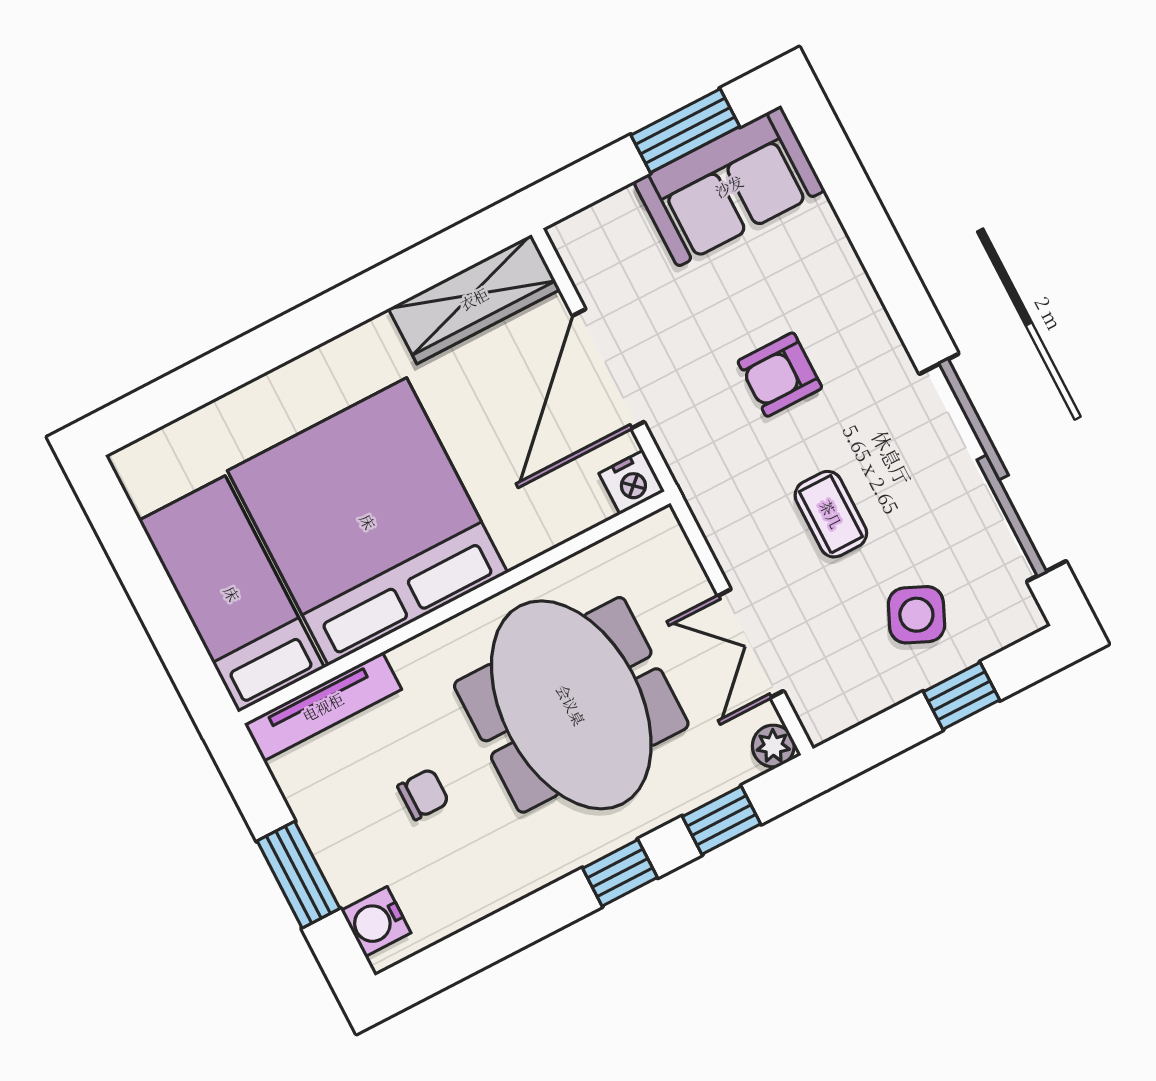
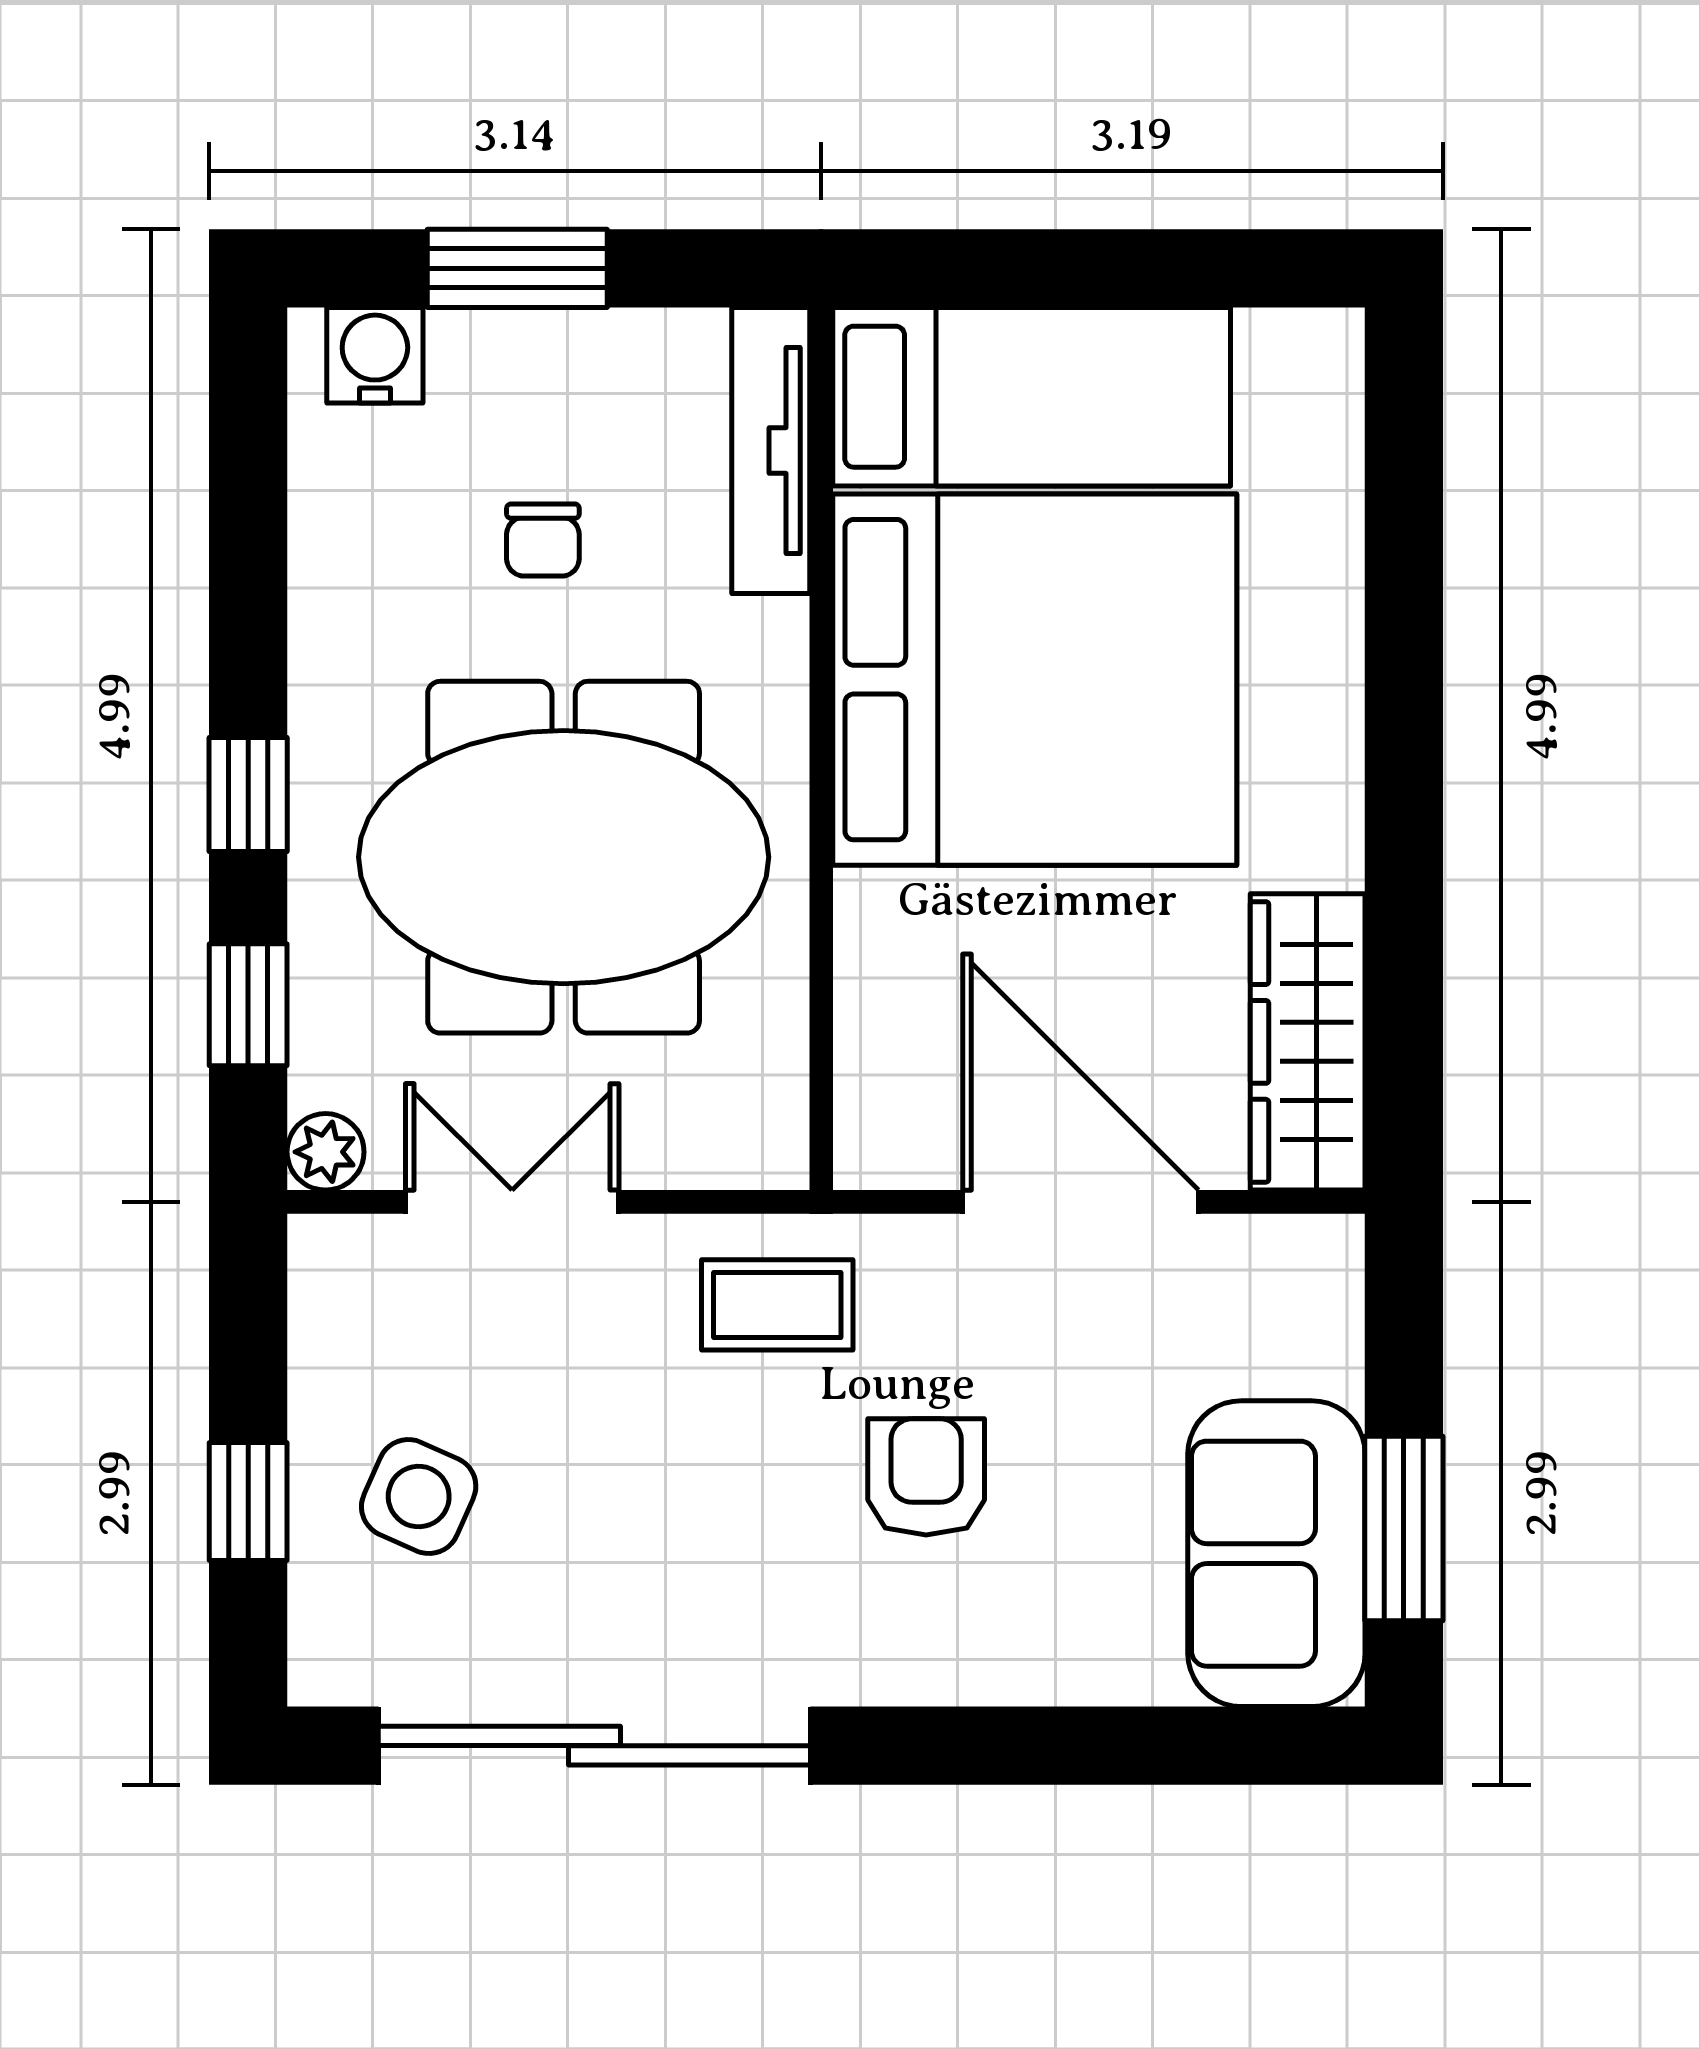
nightstand: (632, 482) -> (875, 1144), removed
coffee table: (831, 514) -> (777, 1305), moved

